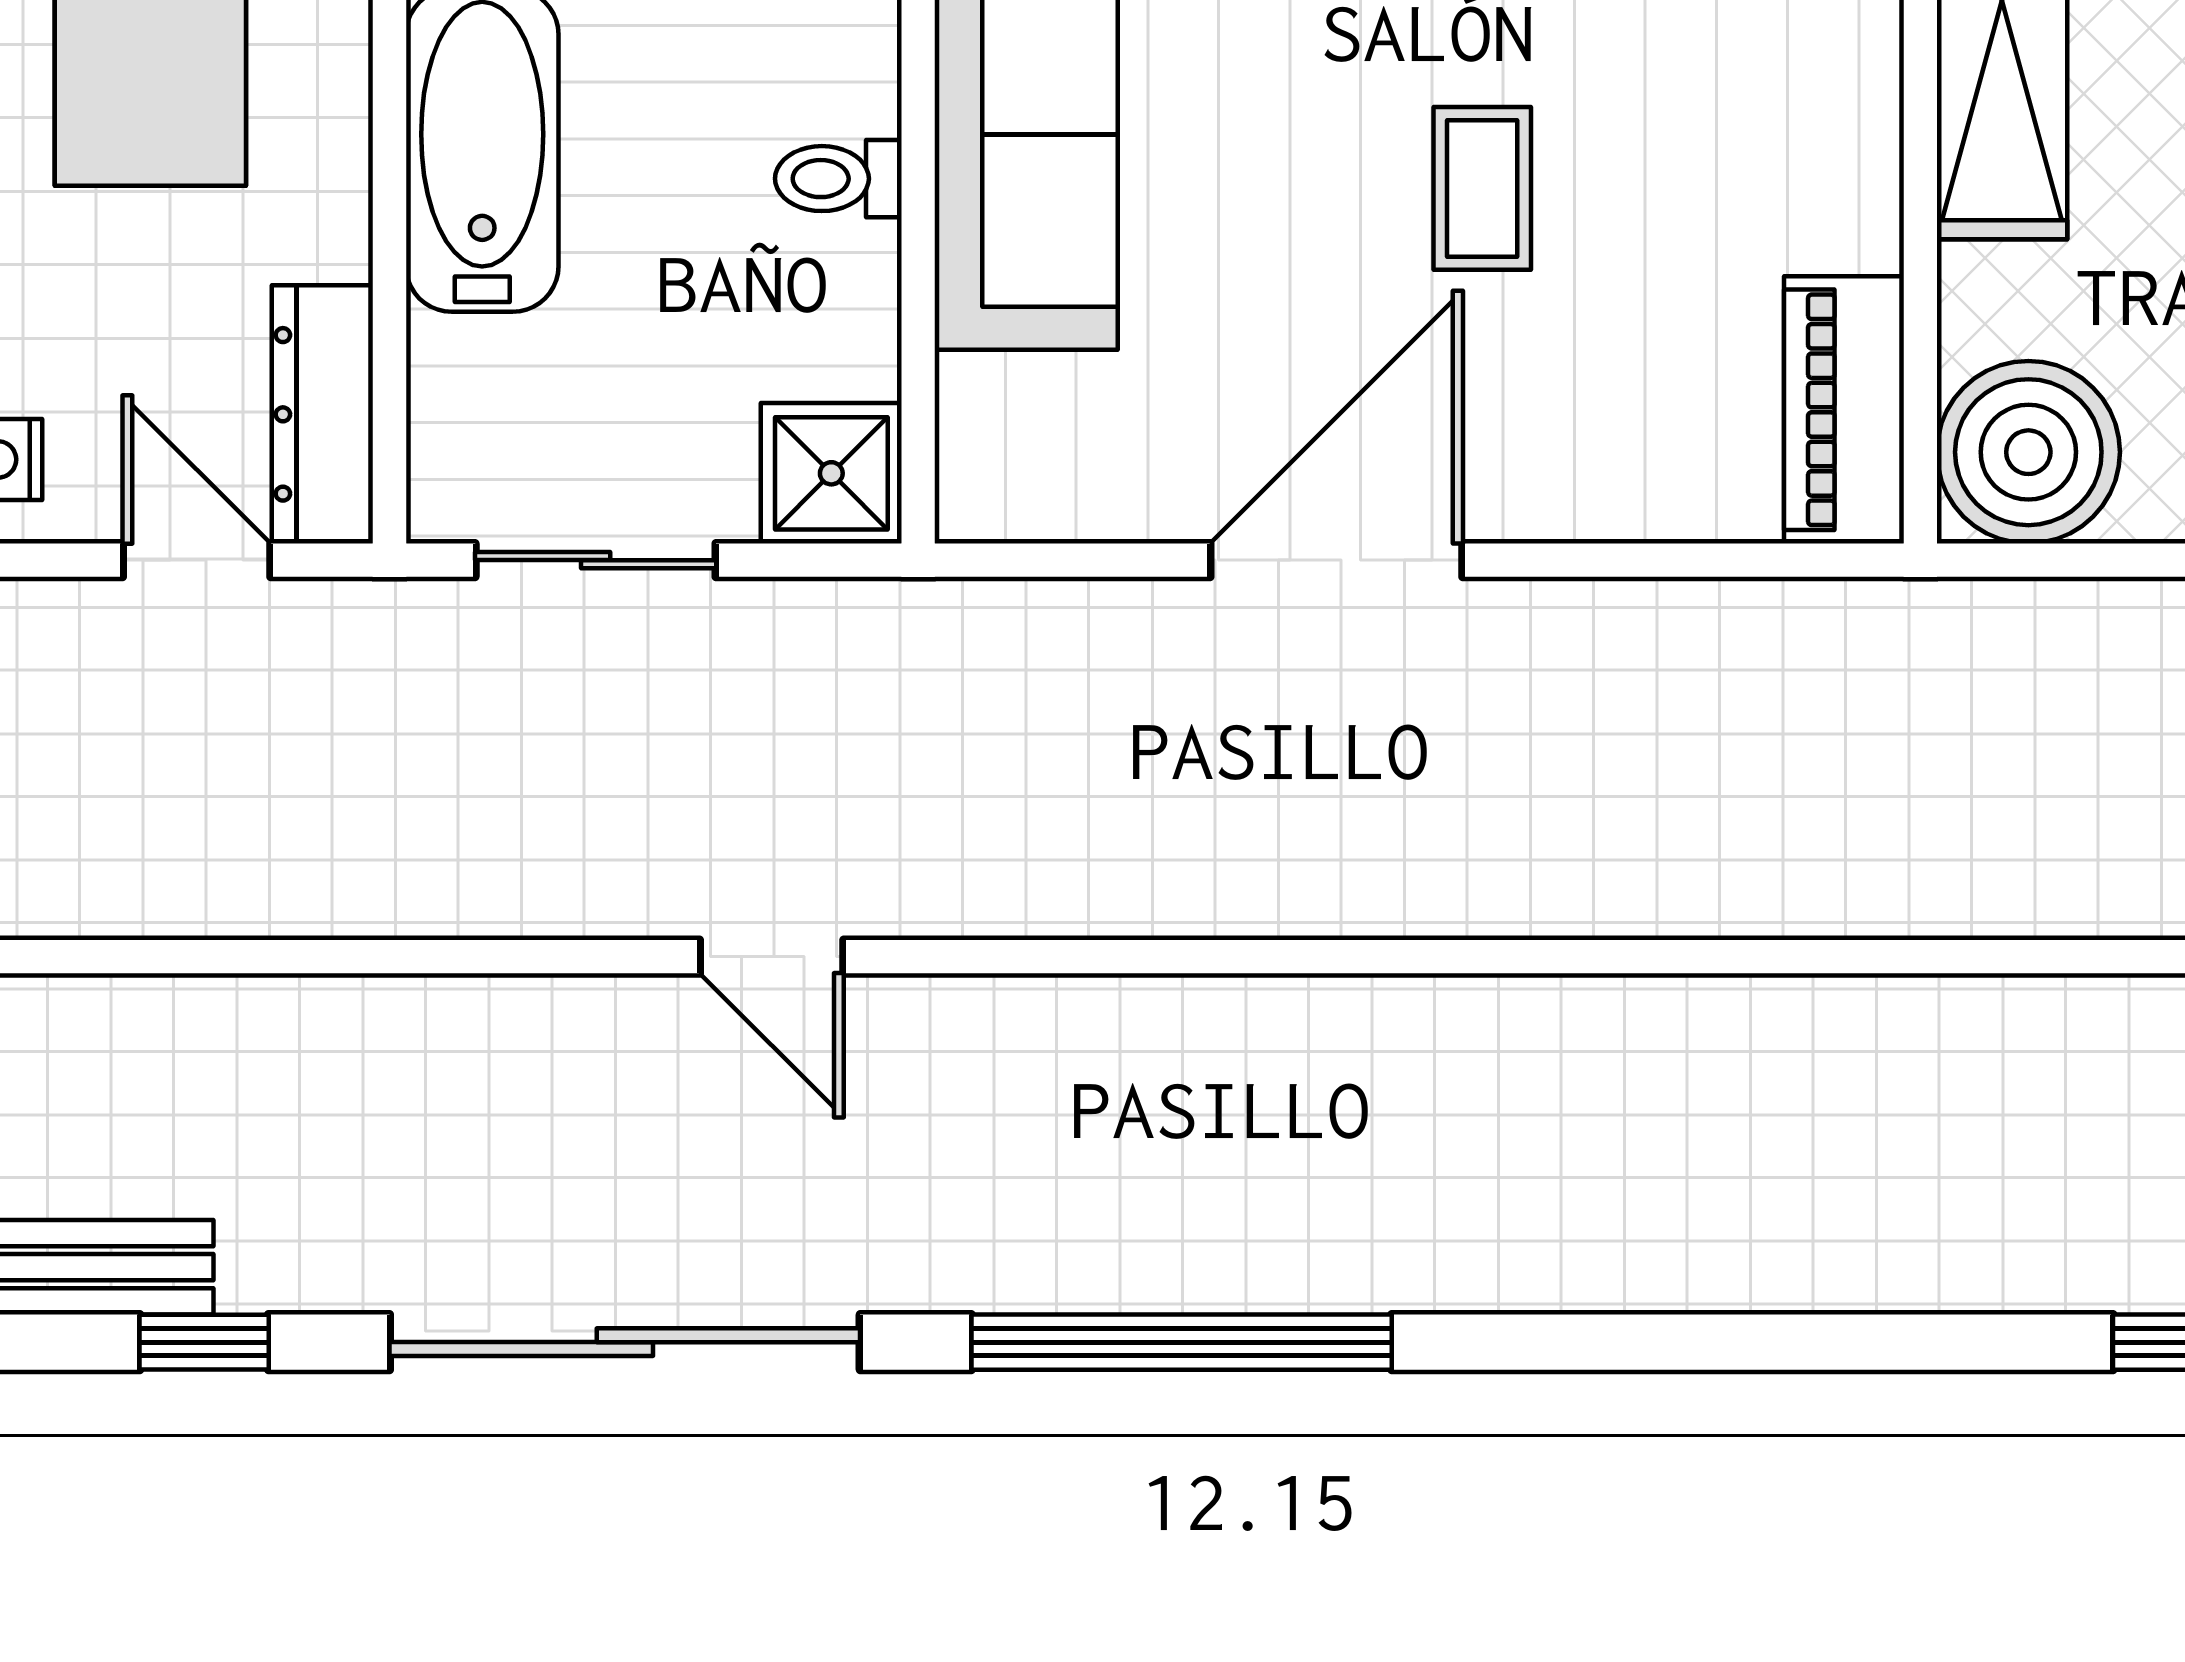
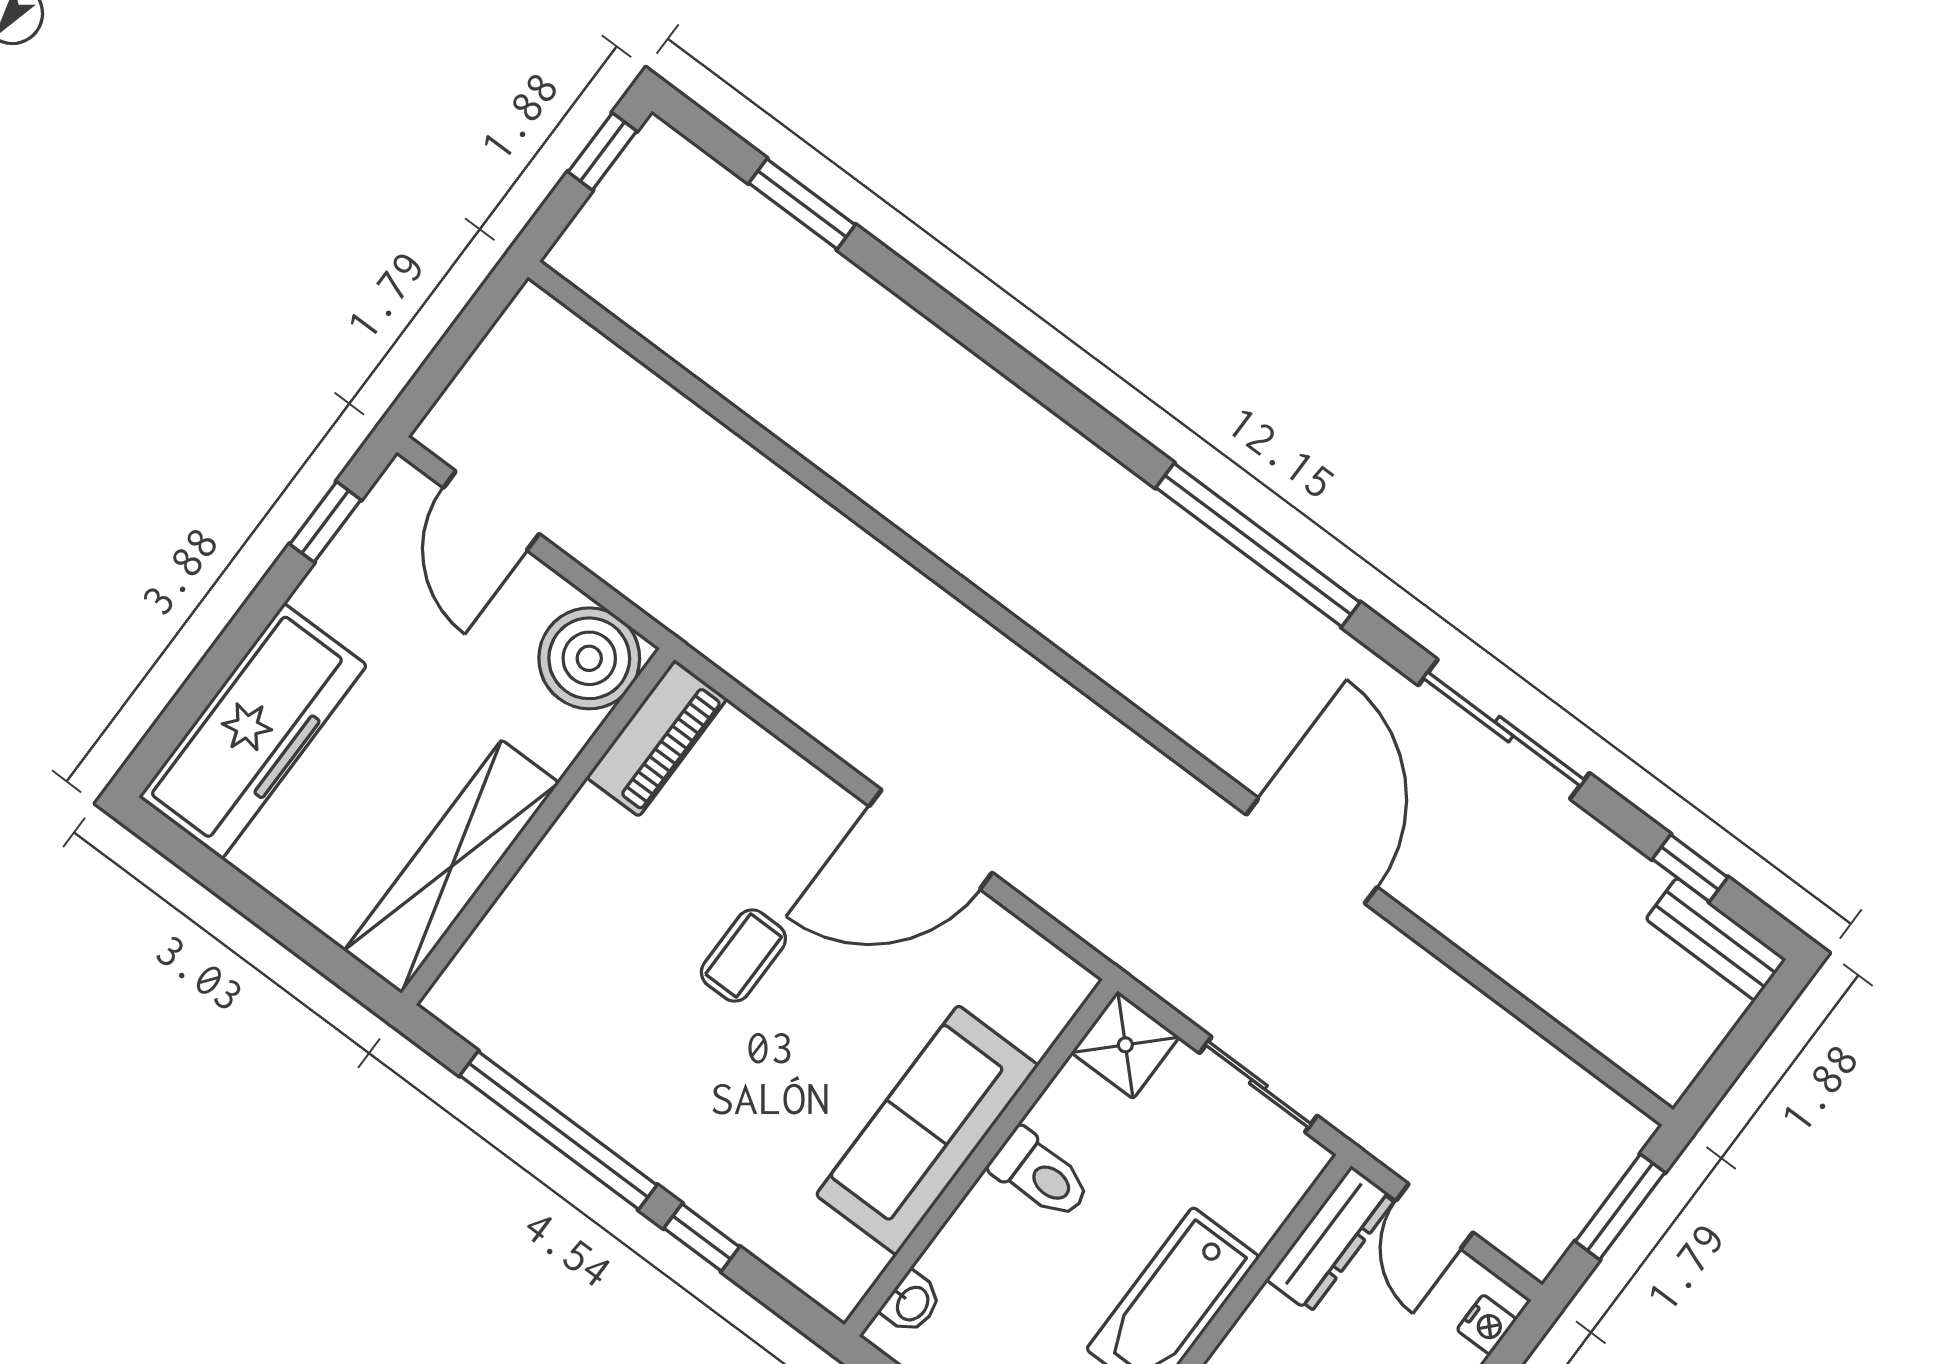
toilet: (838, 179) -> (1040, 1174), width x1.37, depth x1.39
door: (772, 957) -> (1312, 851), width x1.88
sliding door: (625, 1342) -> (1504, 729), width x0.73

